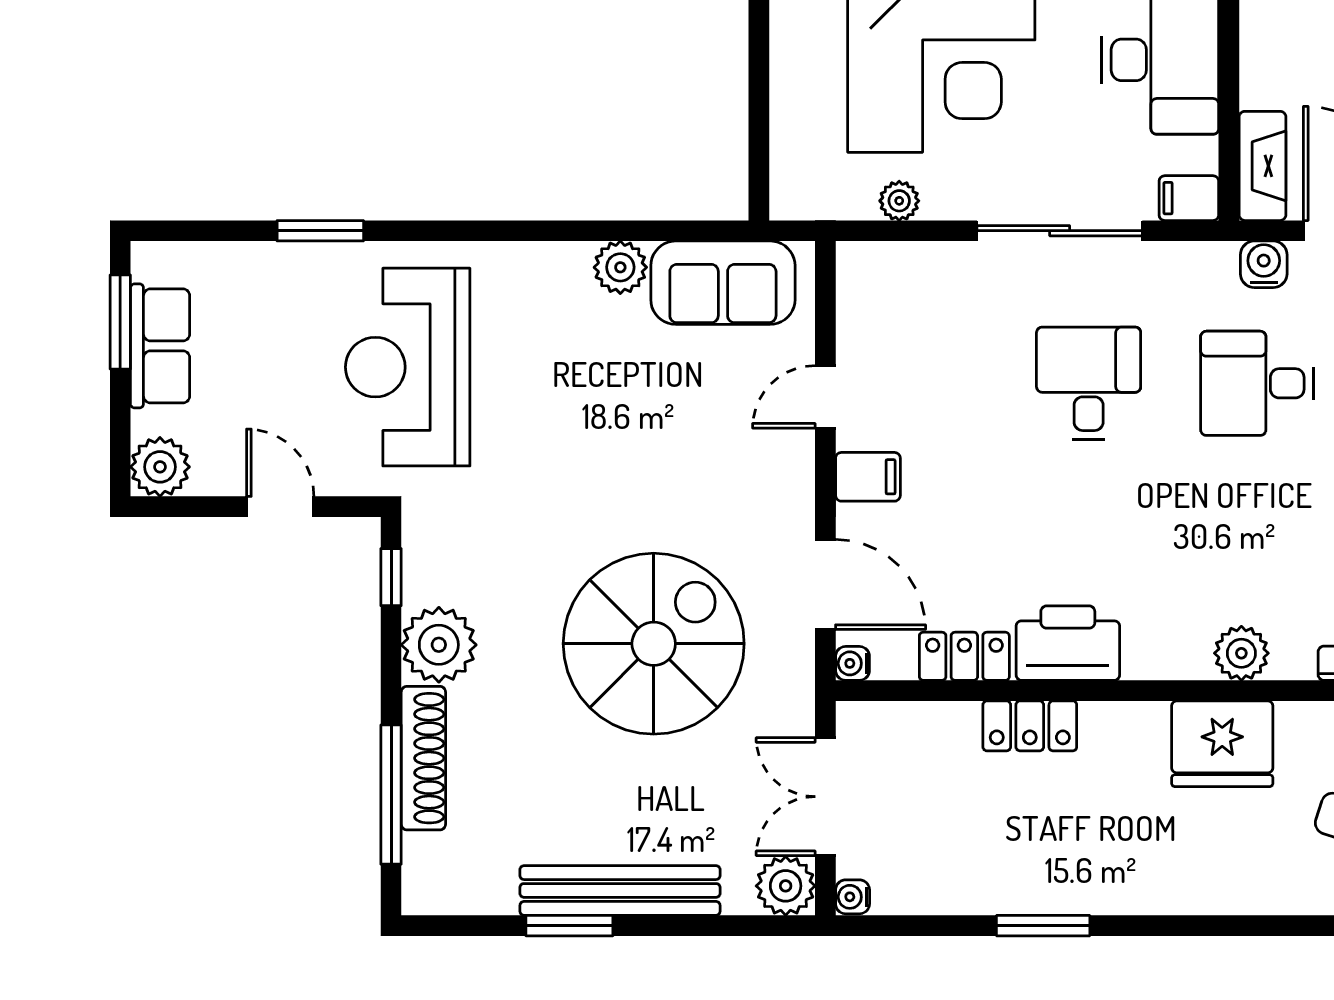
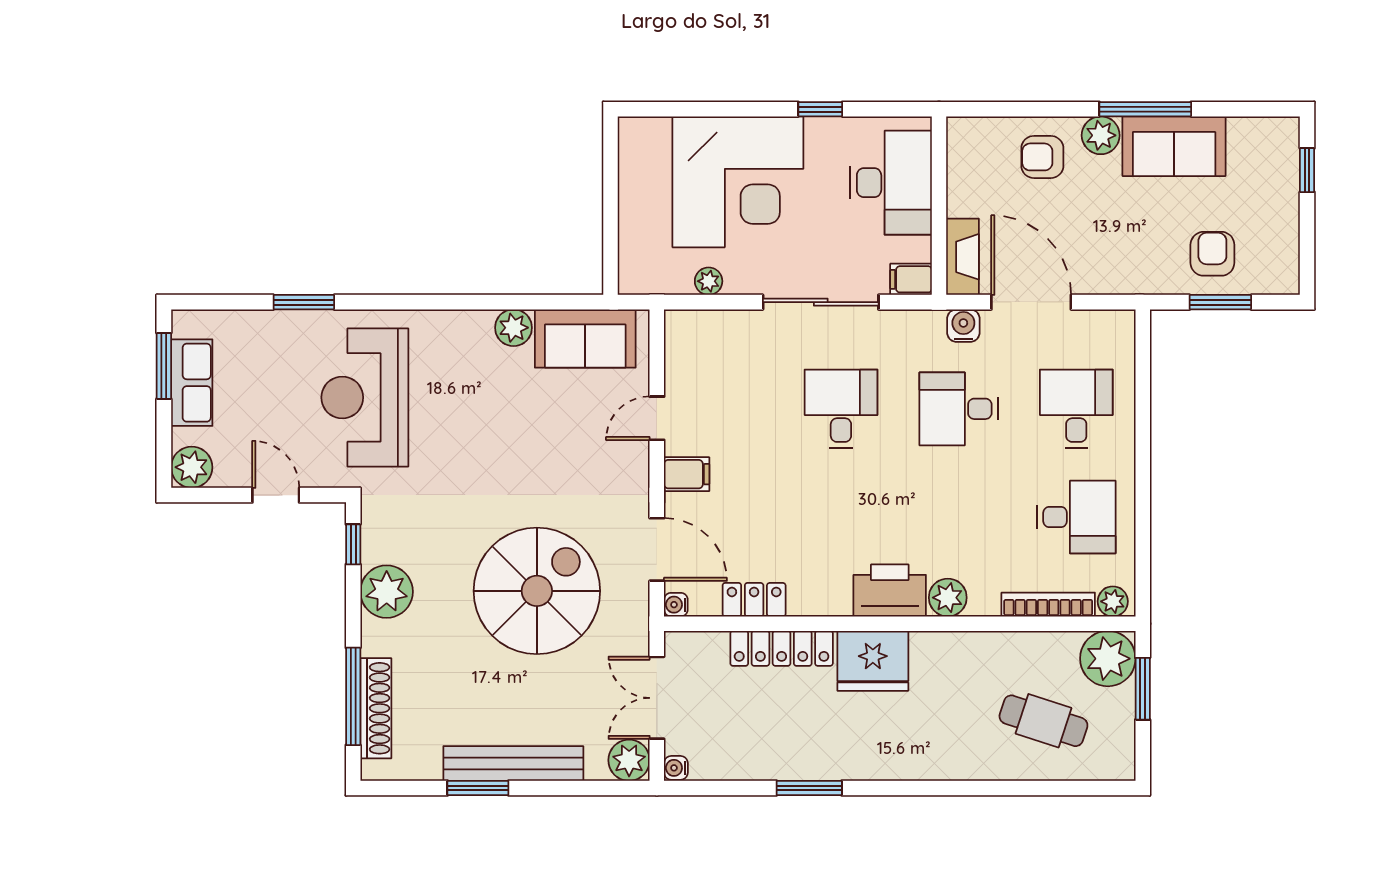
printer: (1068, 643) -> (890, 590), moved
locker: (1030, 726) -> (782, 648), width x1.53
fridge: (1222, 744) -> (873, 661), moved
shoe rack: (423, 758) -> (376, 708), moved

